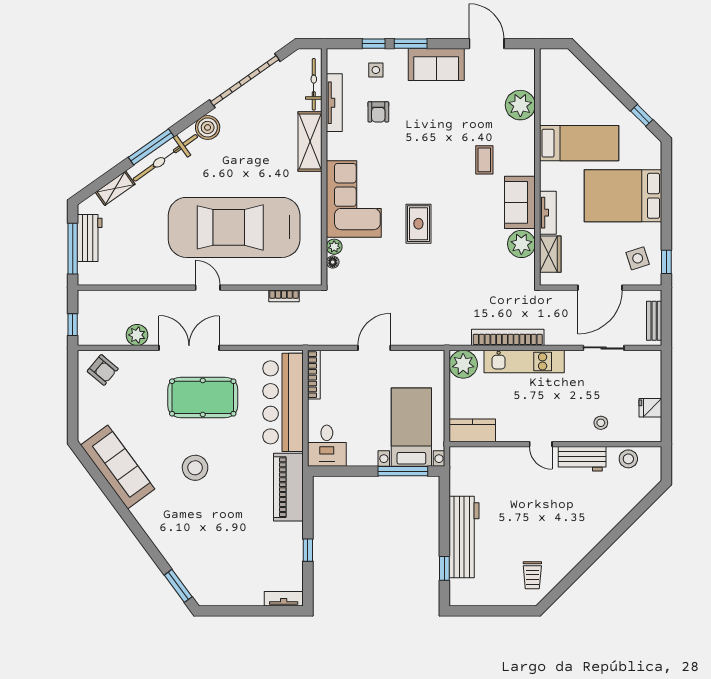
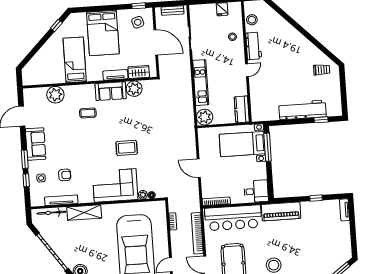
bookcase: (508, 337) -> (197, 233), moved

